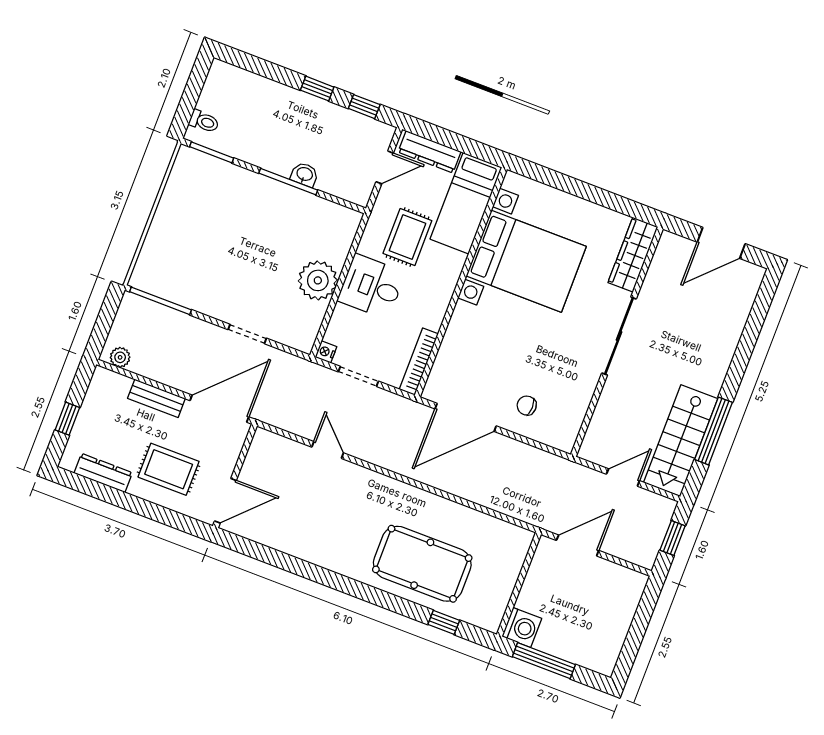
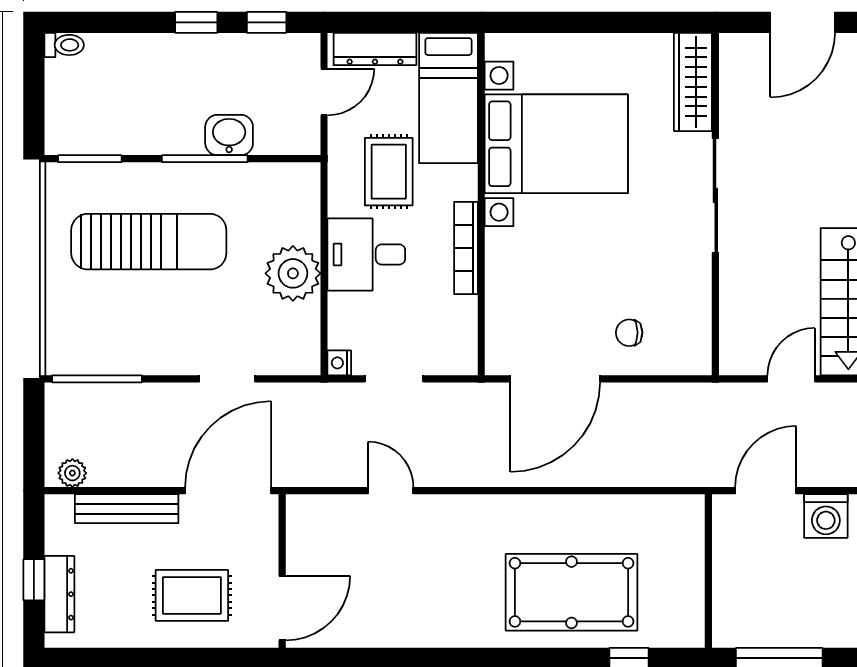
toilet: (204, 121) -> (64, 45), moved
washbasin: (304, 174) -> (229, 135), width x1.38, depth x1.45
sun lounger: (230, 223) -> (149, 242), added
bookcase: (419, 362) -> (466, 248), moved
bench: (156, 398) -> (127, 509), width x1.36
dresser: (103, 473) -> (59, 594), moved, turned 90
washing machine: (522, 627) -> (826, 516), moved, turned 90

